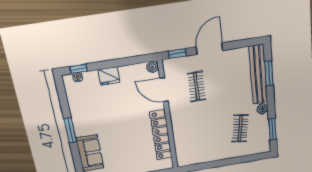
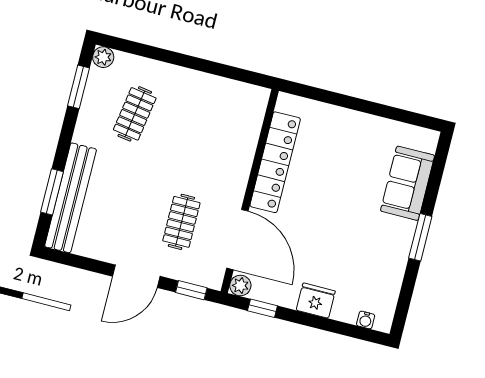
window: (78, 69) -> (262, 308), moved
door: (164, 90) -> (237, 240), width x1.36
plant: (262, 109) -> (103, 57), moved

